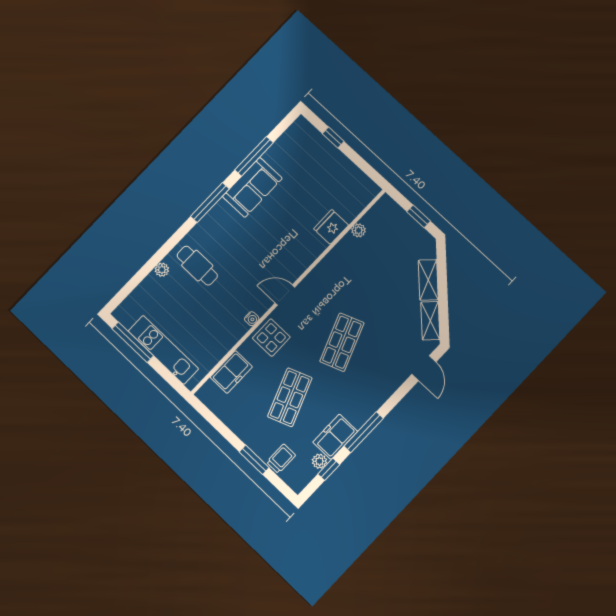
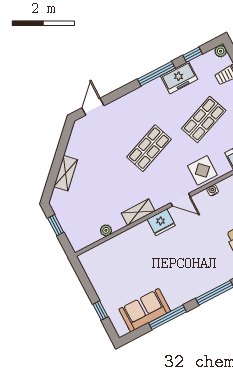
sofa: (252, 187) -> (145, 310), moved
fridge: (331, 227) -> (161, 222), moved
shelving: (430, 321) -> (138, 212), moved, turned 45
plant: (319, 461) -> (221, 51), moved

